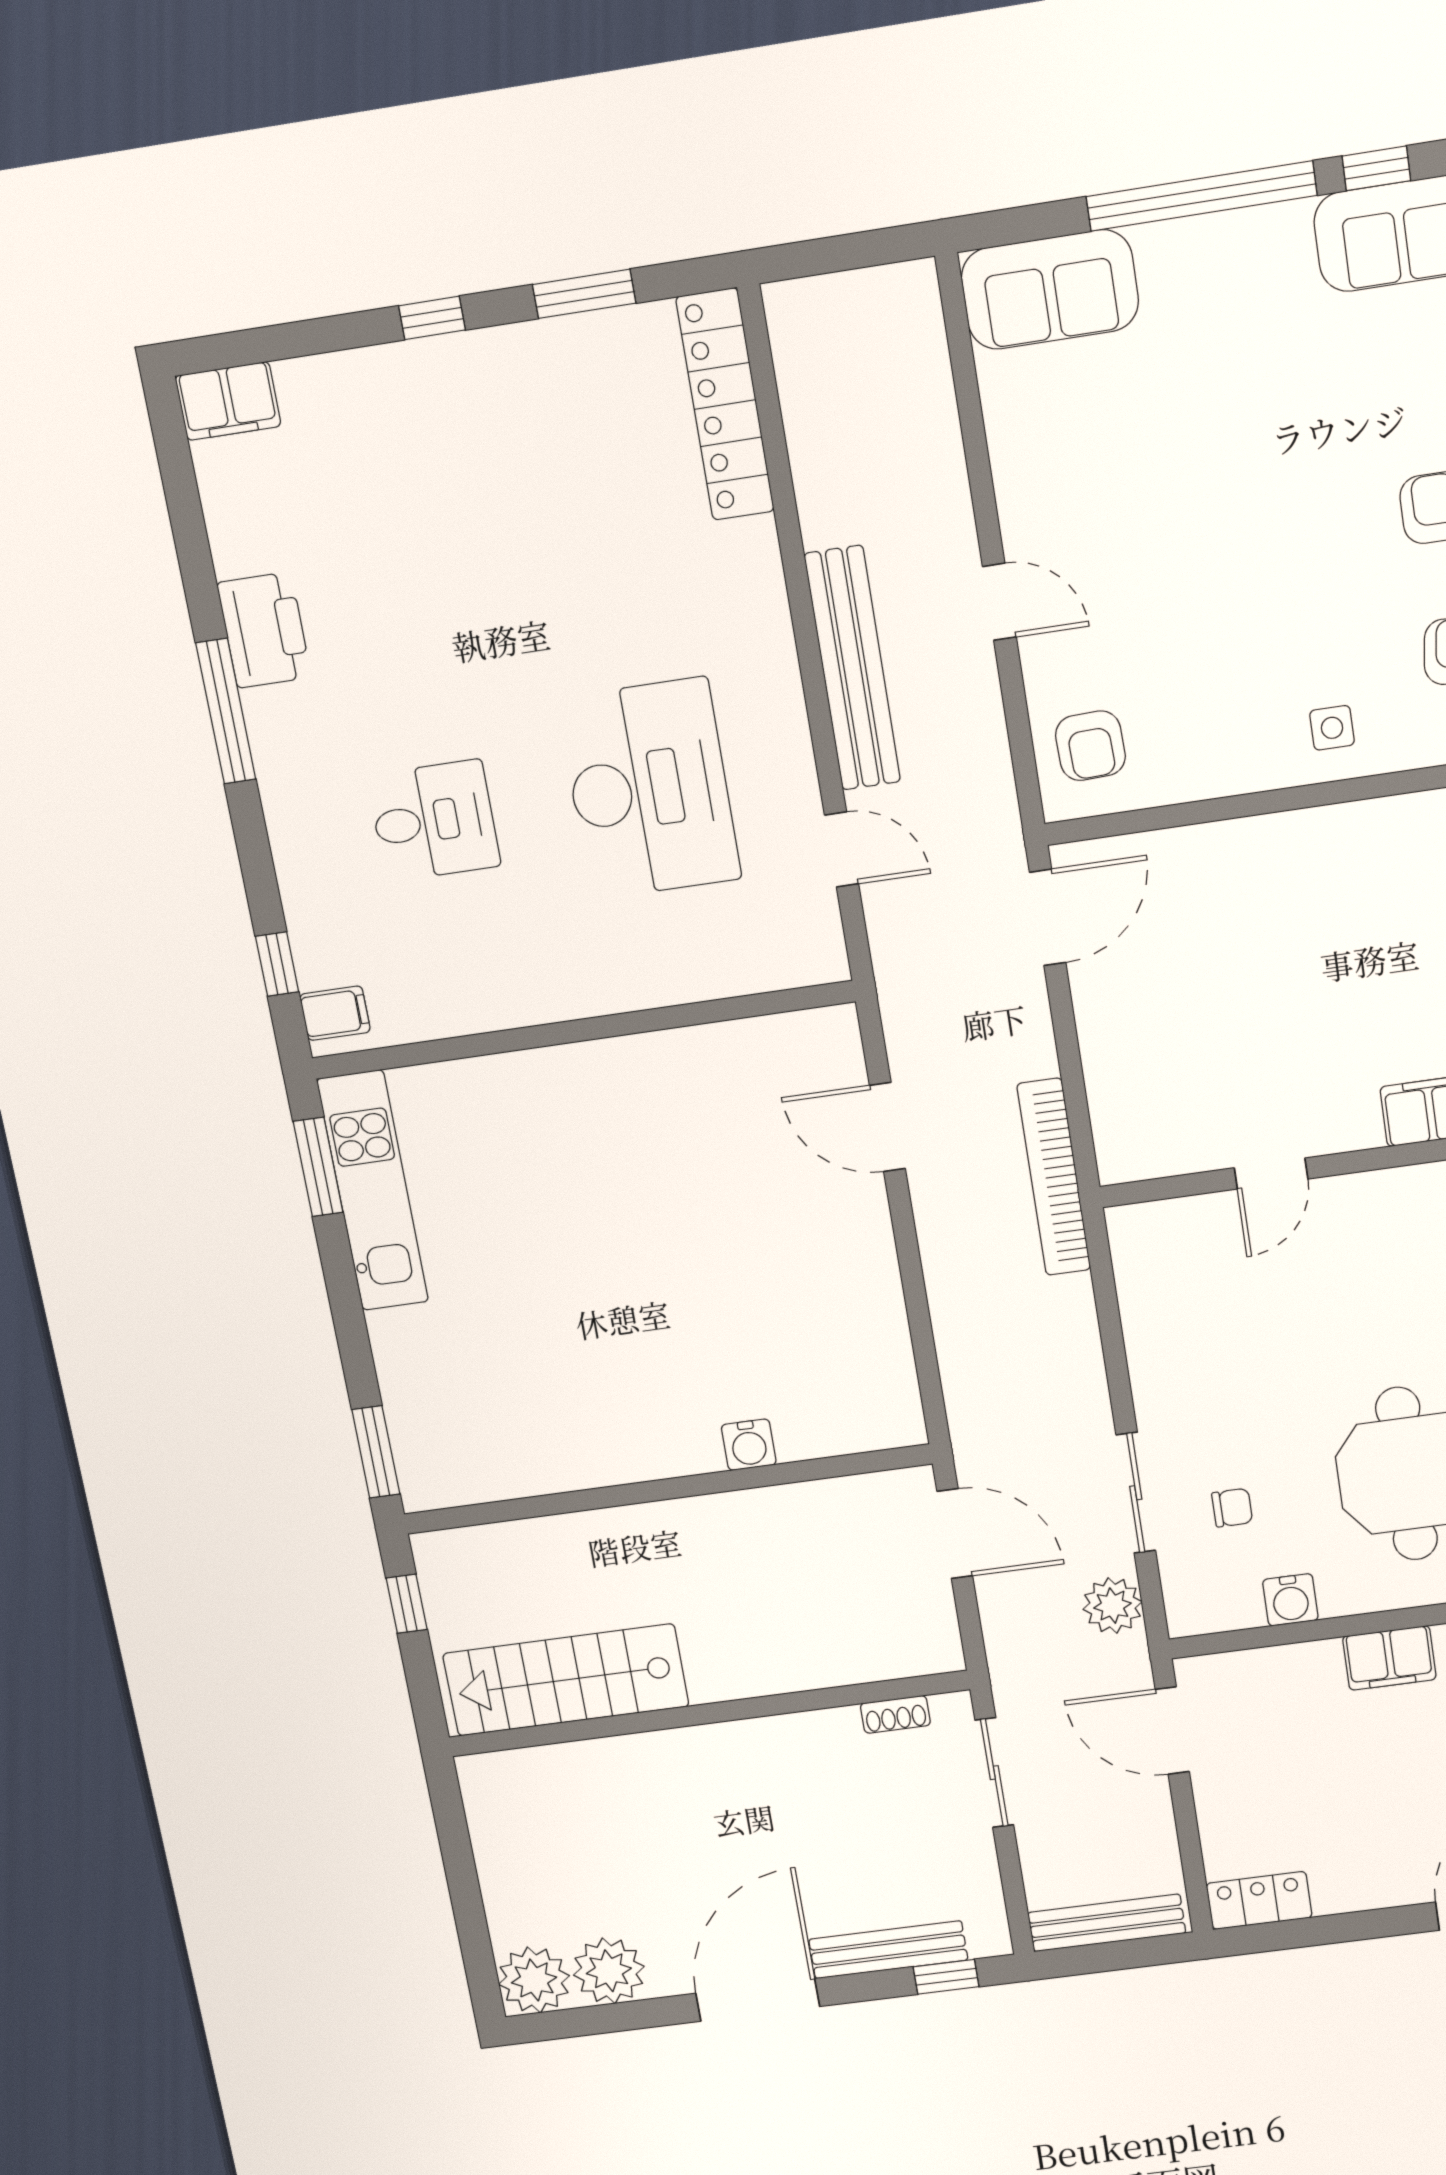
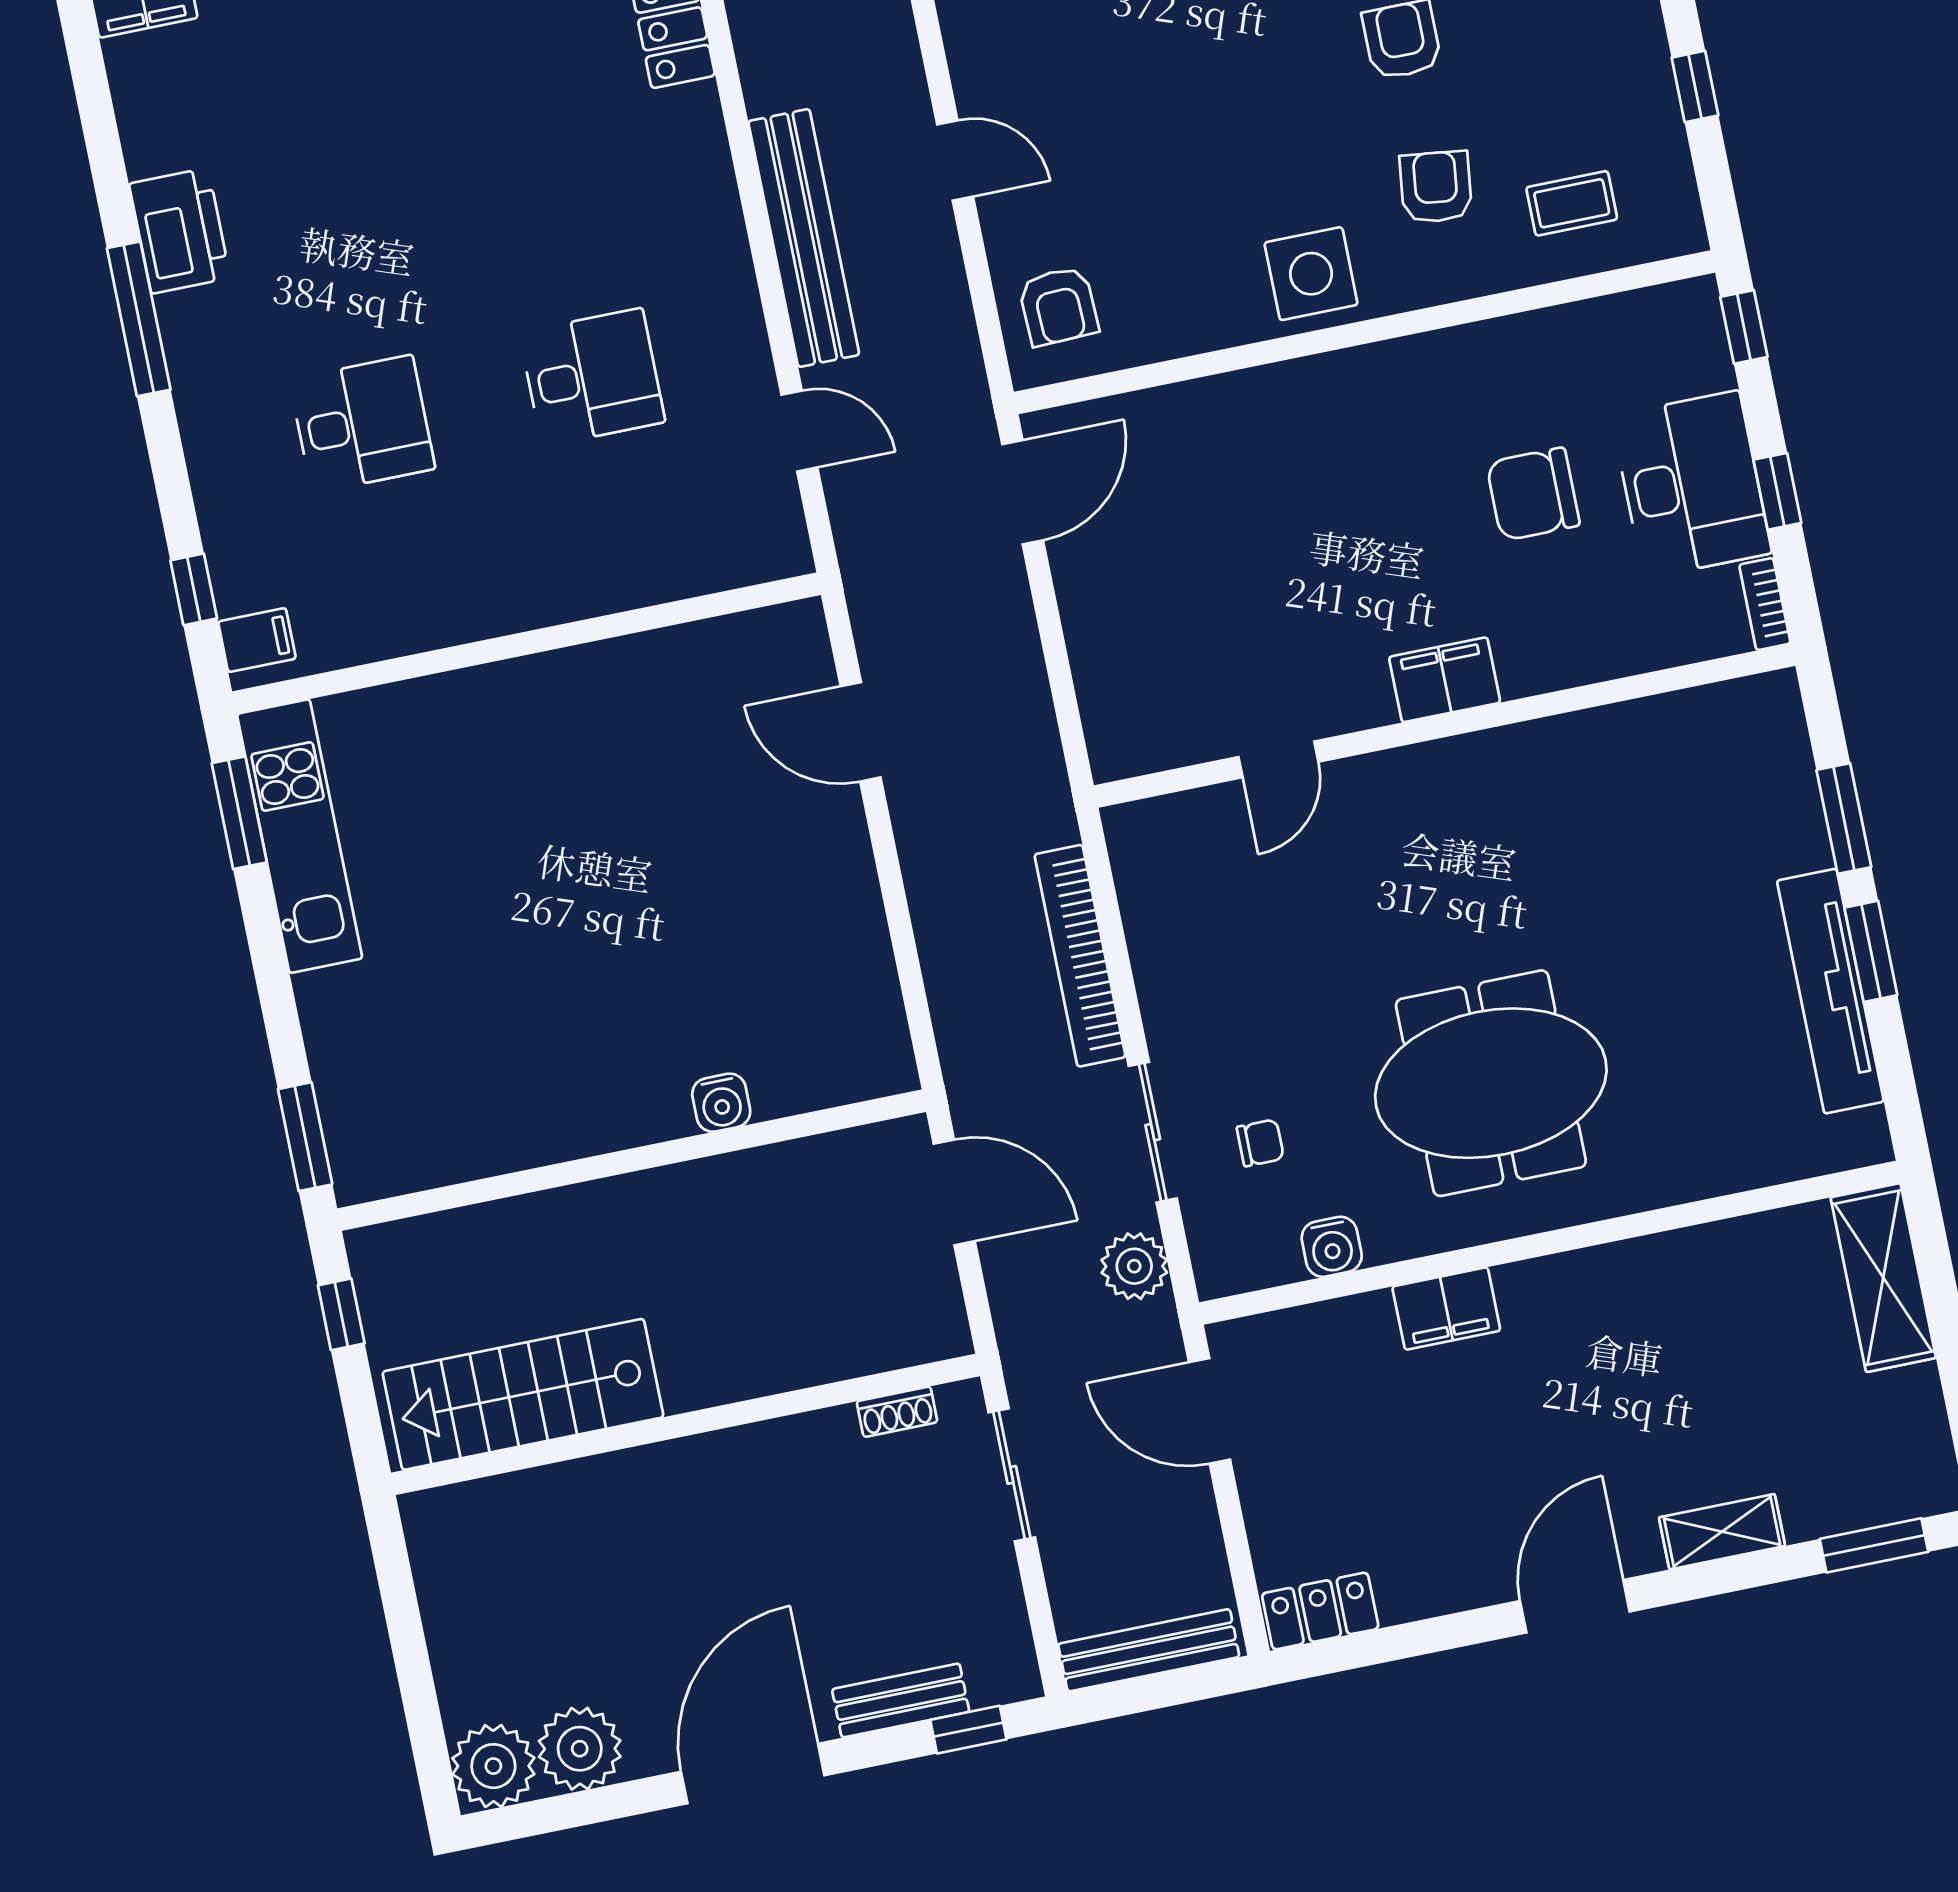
side table: (1332, 728) -> (1311, 274), width x1.87, depth x1.87
desk: (649, 789) -> (592, 377), width x0.53, depth x0.77
bookcase: (1054, 1177) -> (1080, 956), moved
bench: (888, 1950) -> (901, 1700), width x0.73

